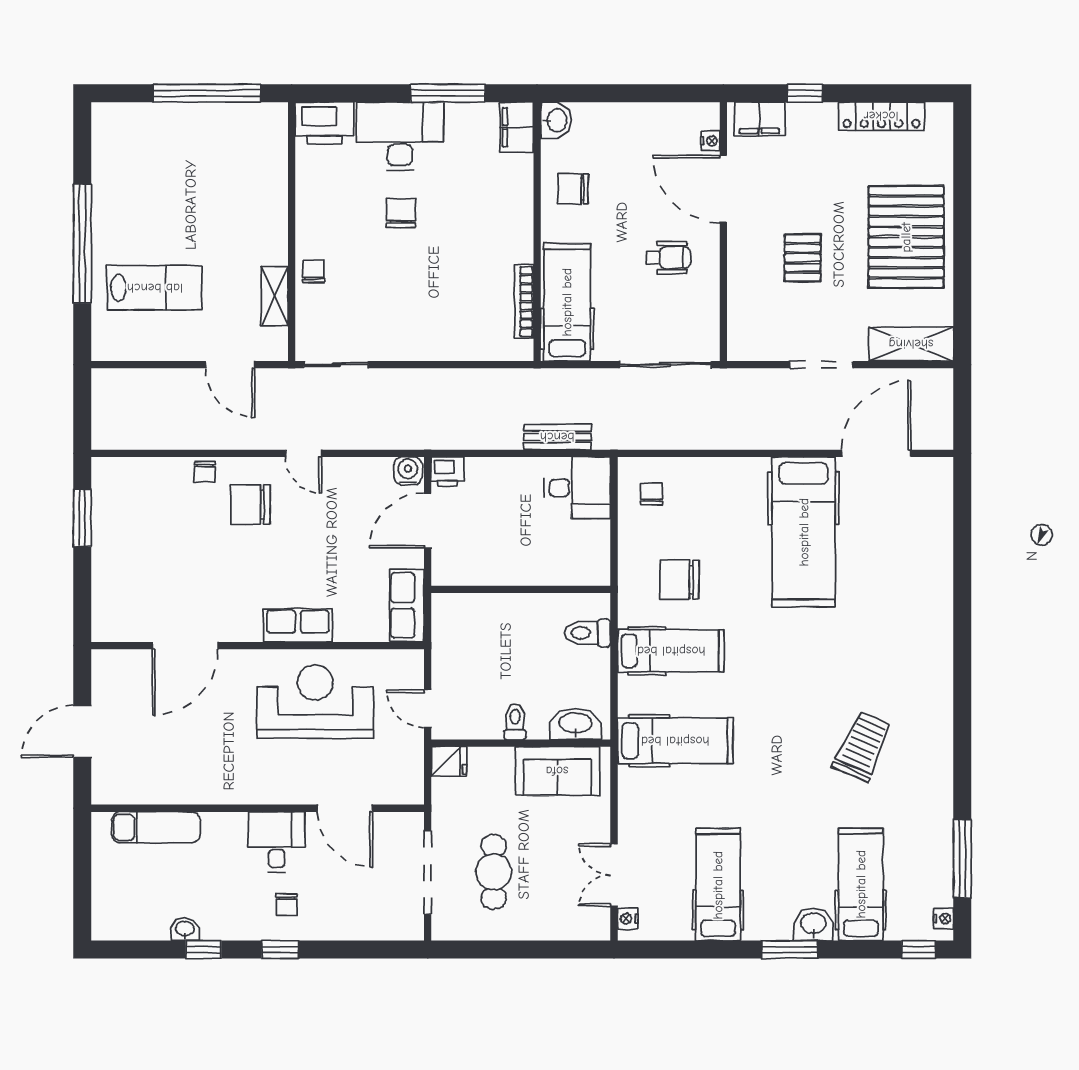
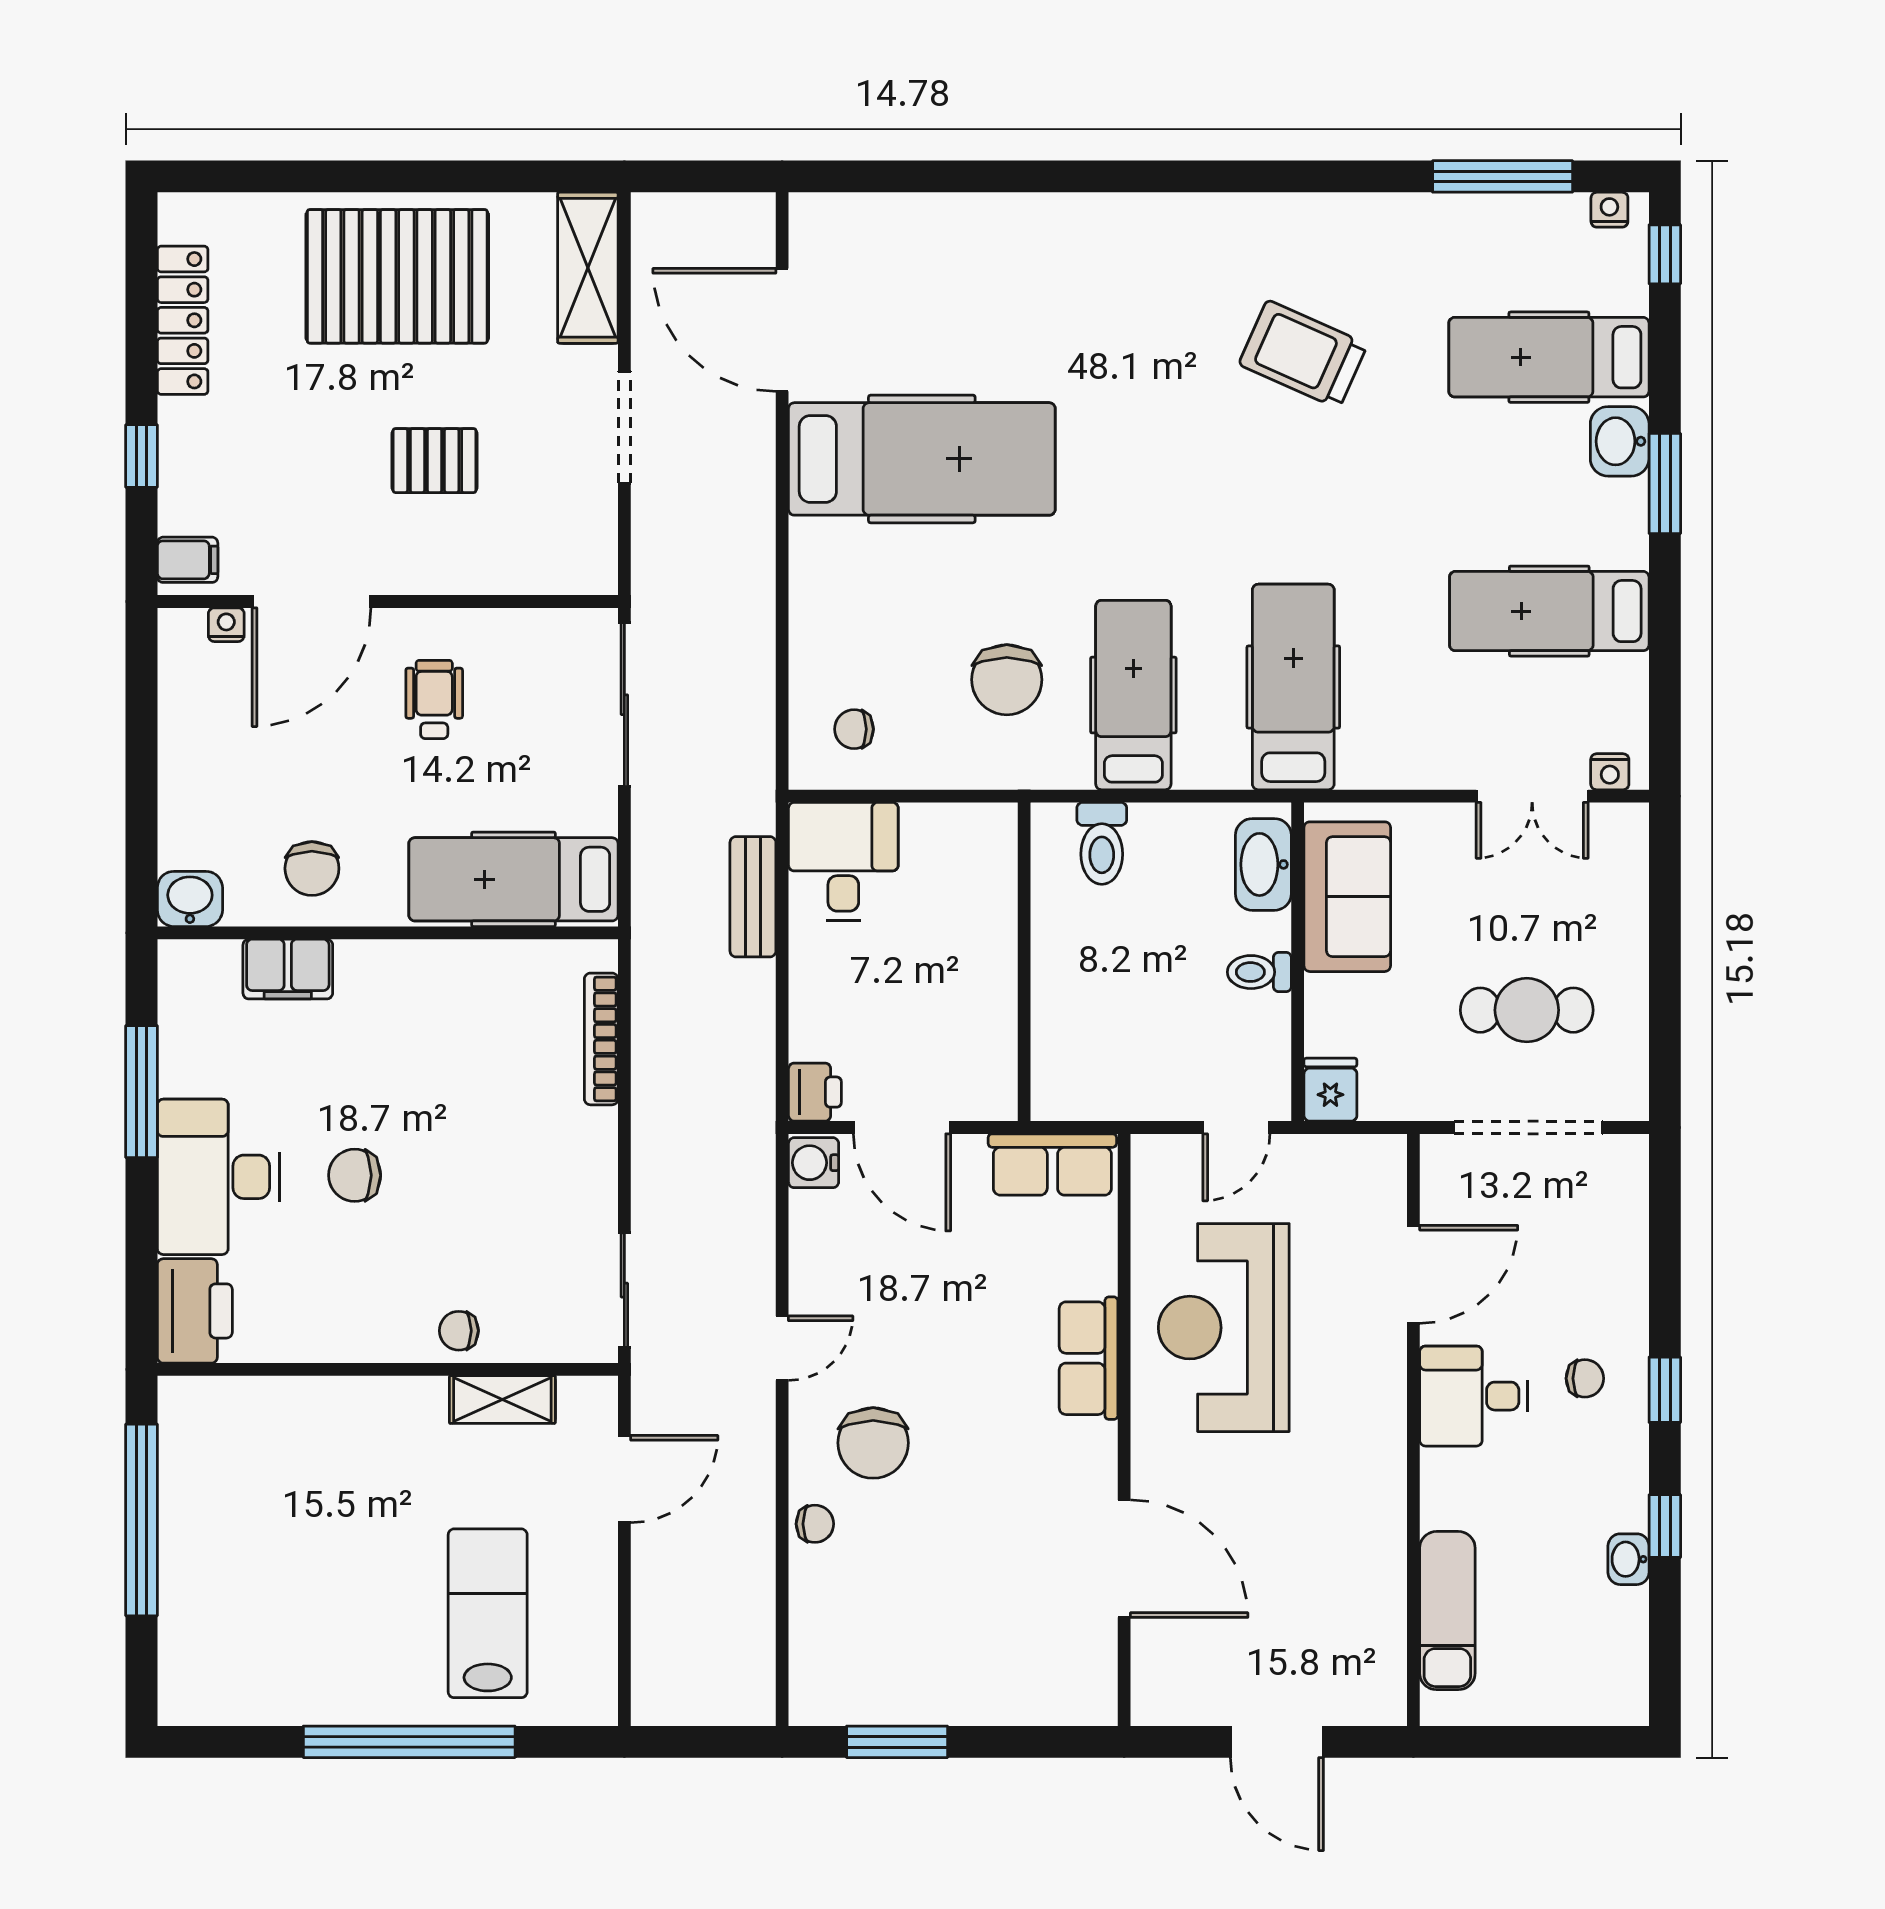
filing cabinet: (760, 119) -> (188, 560), width x0.50
filing cabinet: (517, 127) -> (288, 969), moved
bookcase: (524, 302) -> (601, 1039), moved, turned 90

